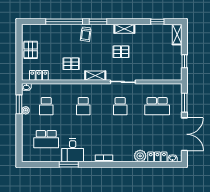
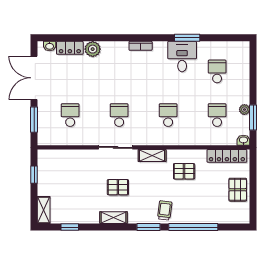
locker: (39, 75) -> (227, 156), width x1.53
school desk: (157, 106) -> (70, 115), width x0.54
school desk: (46, 139) -> (217, 71), width x0.54

